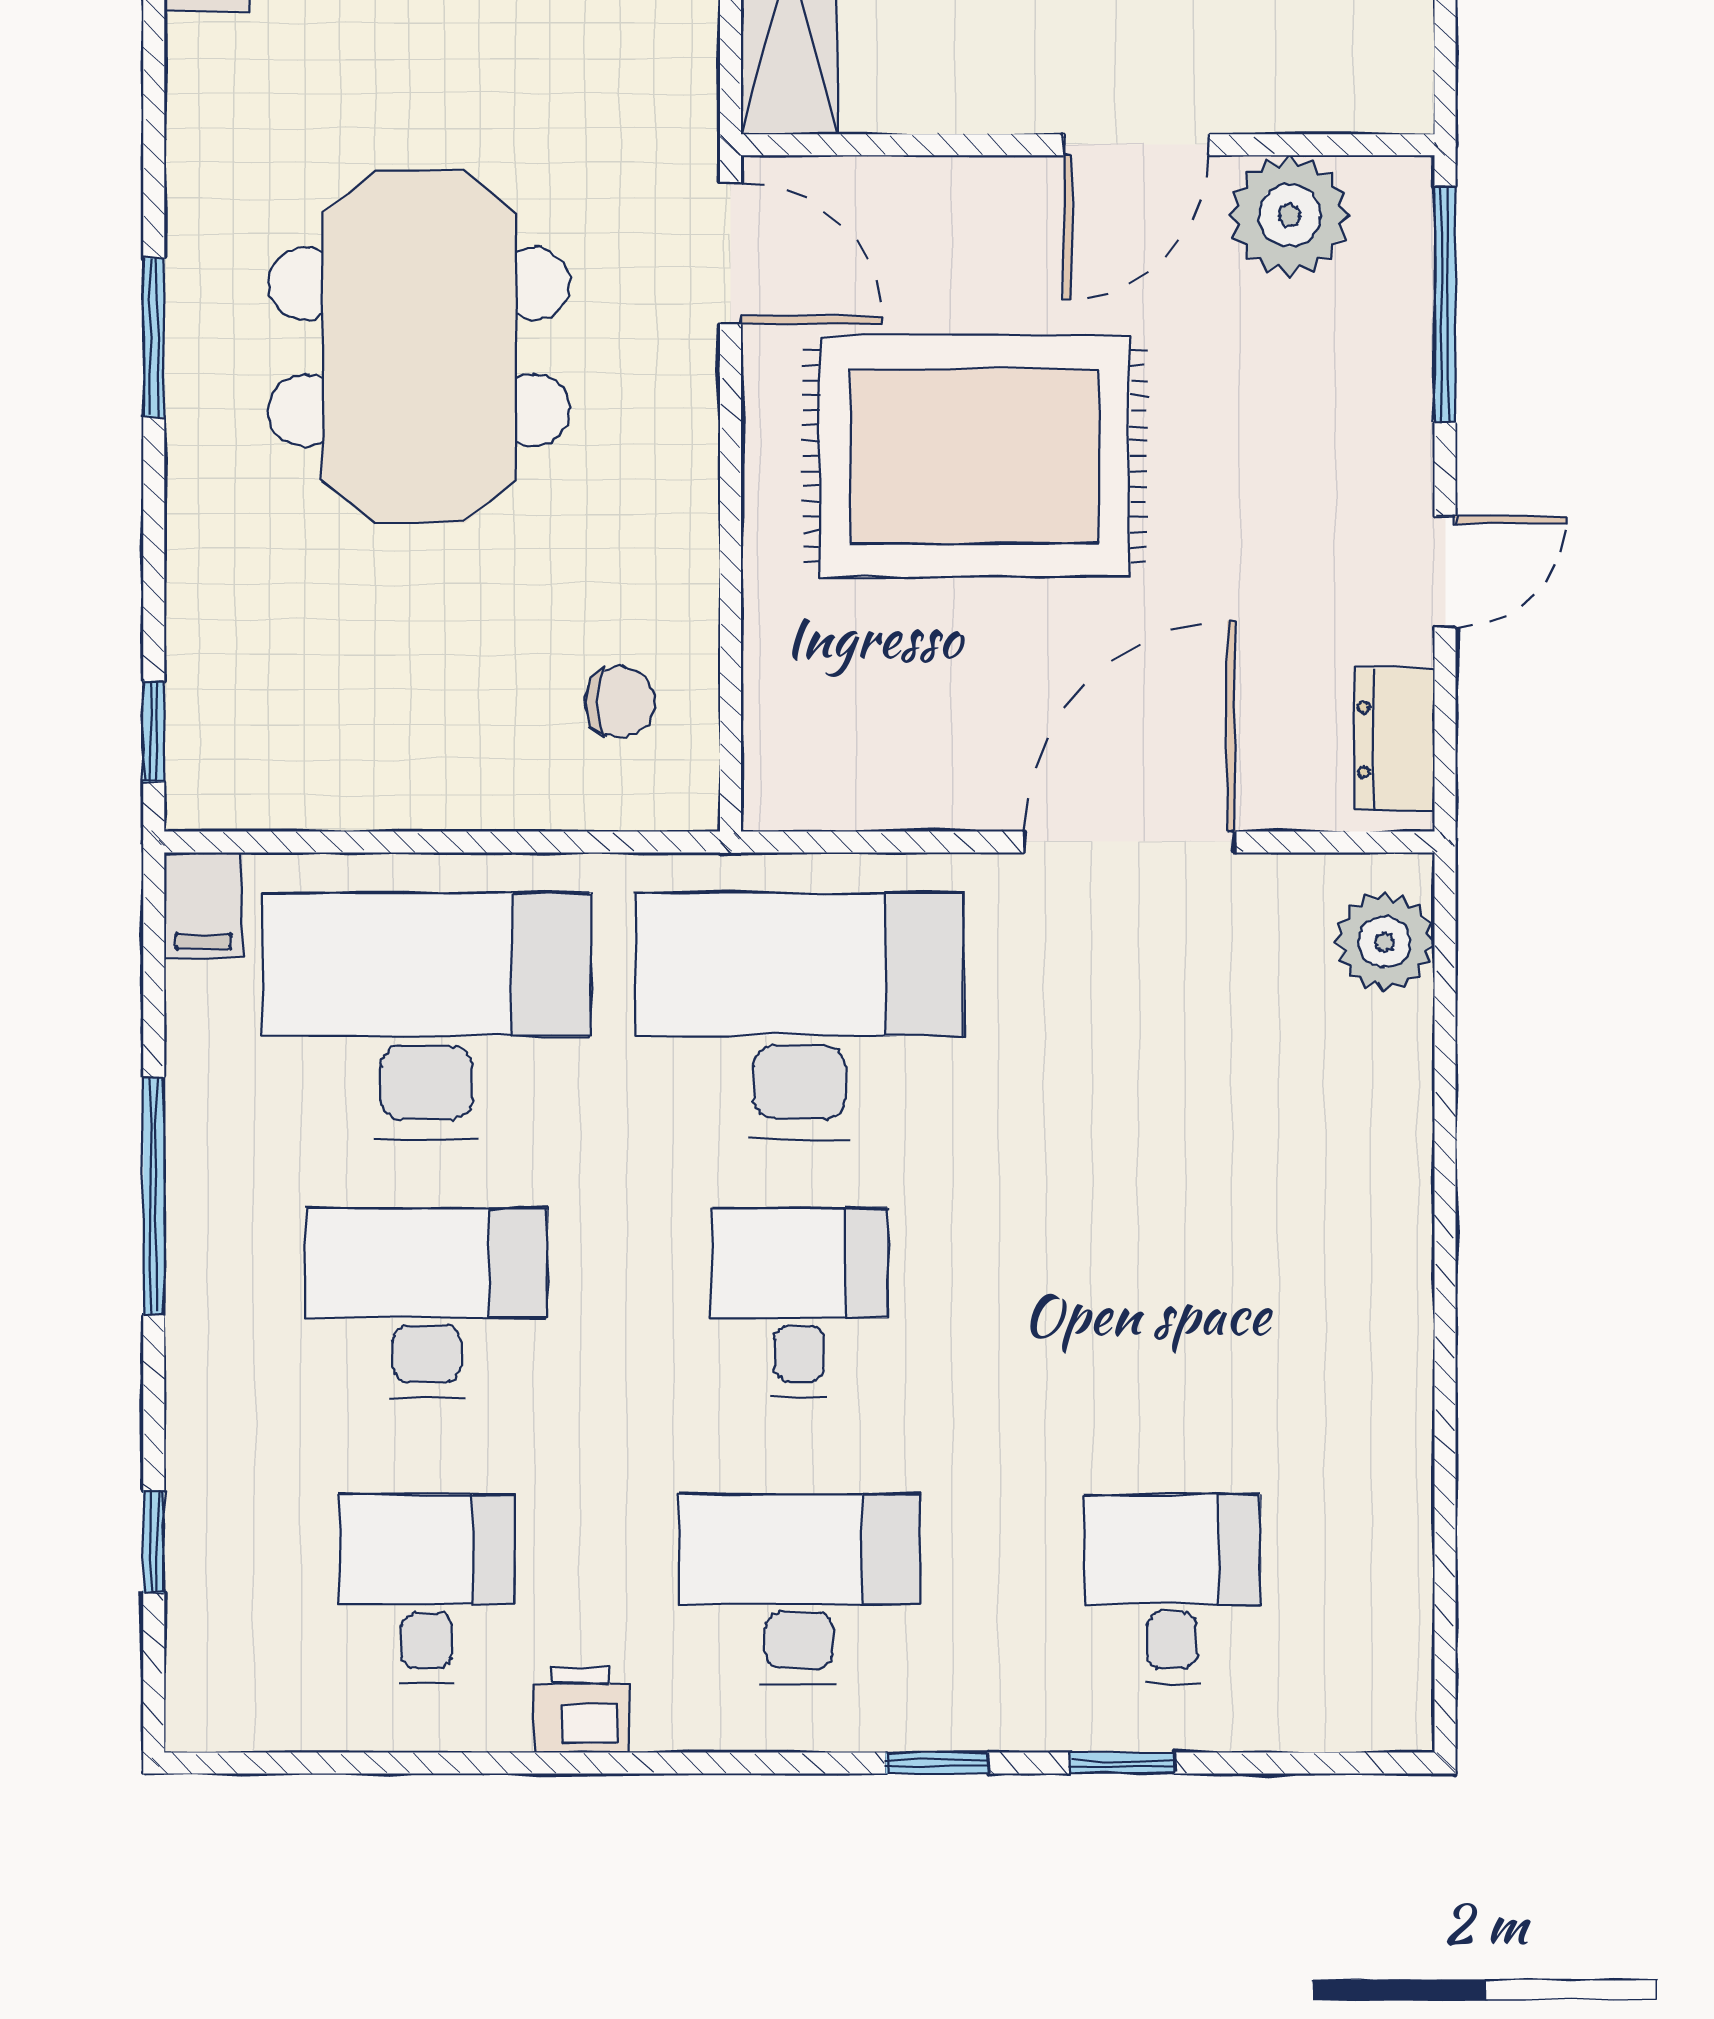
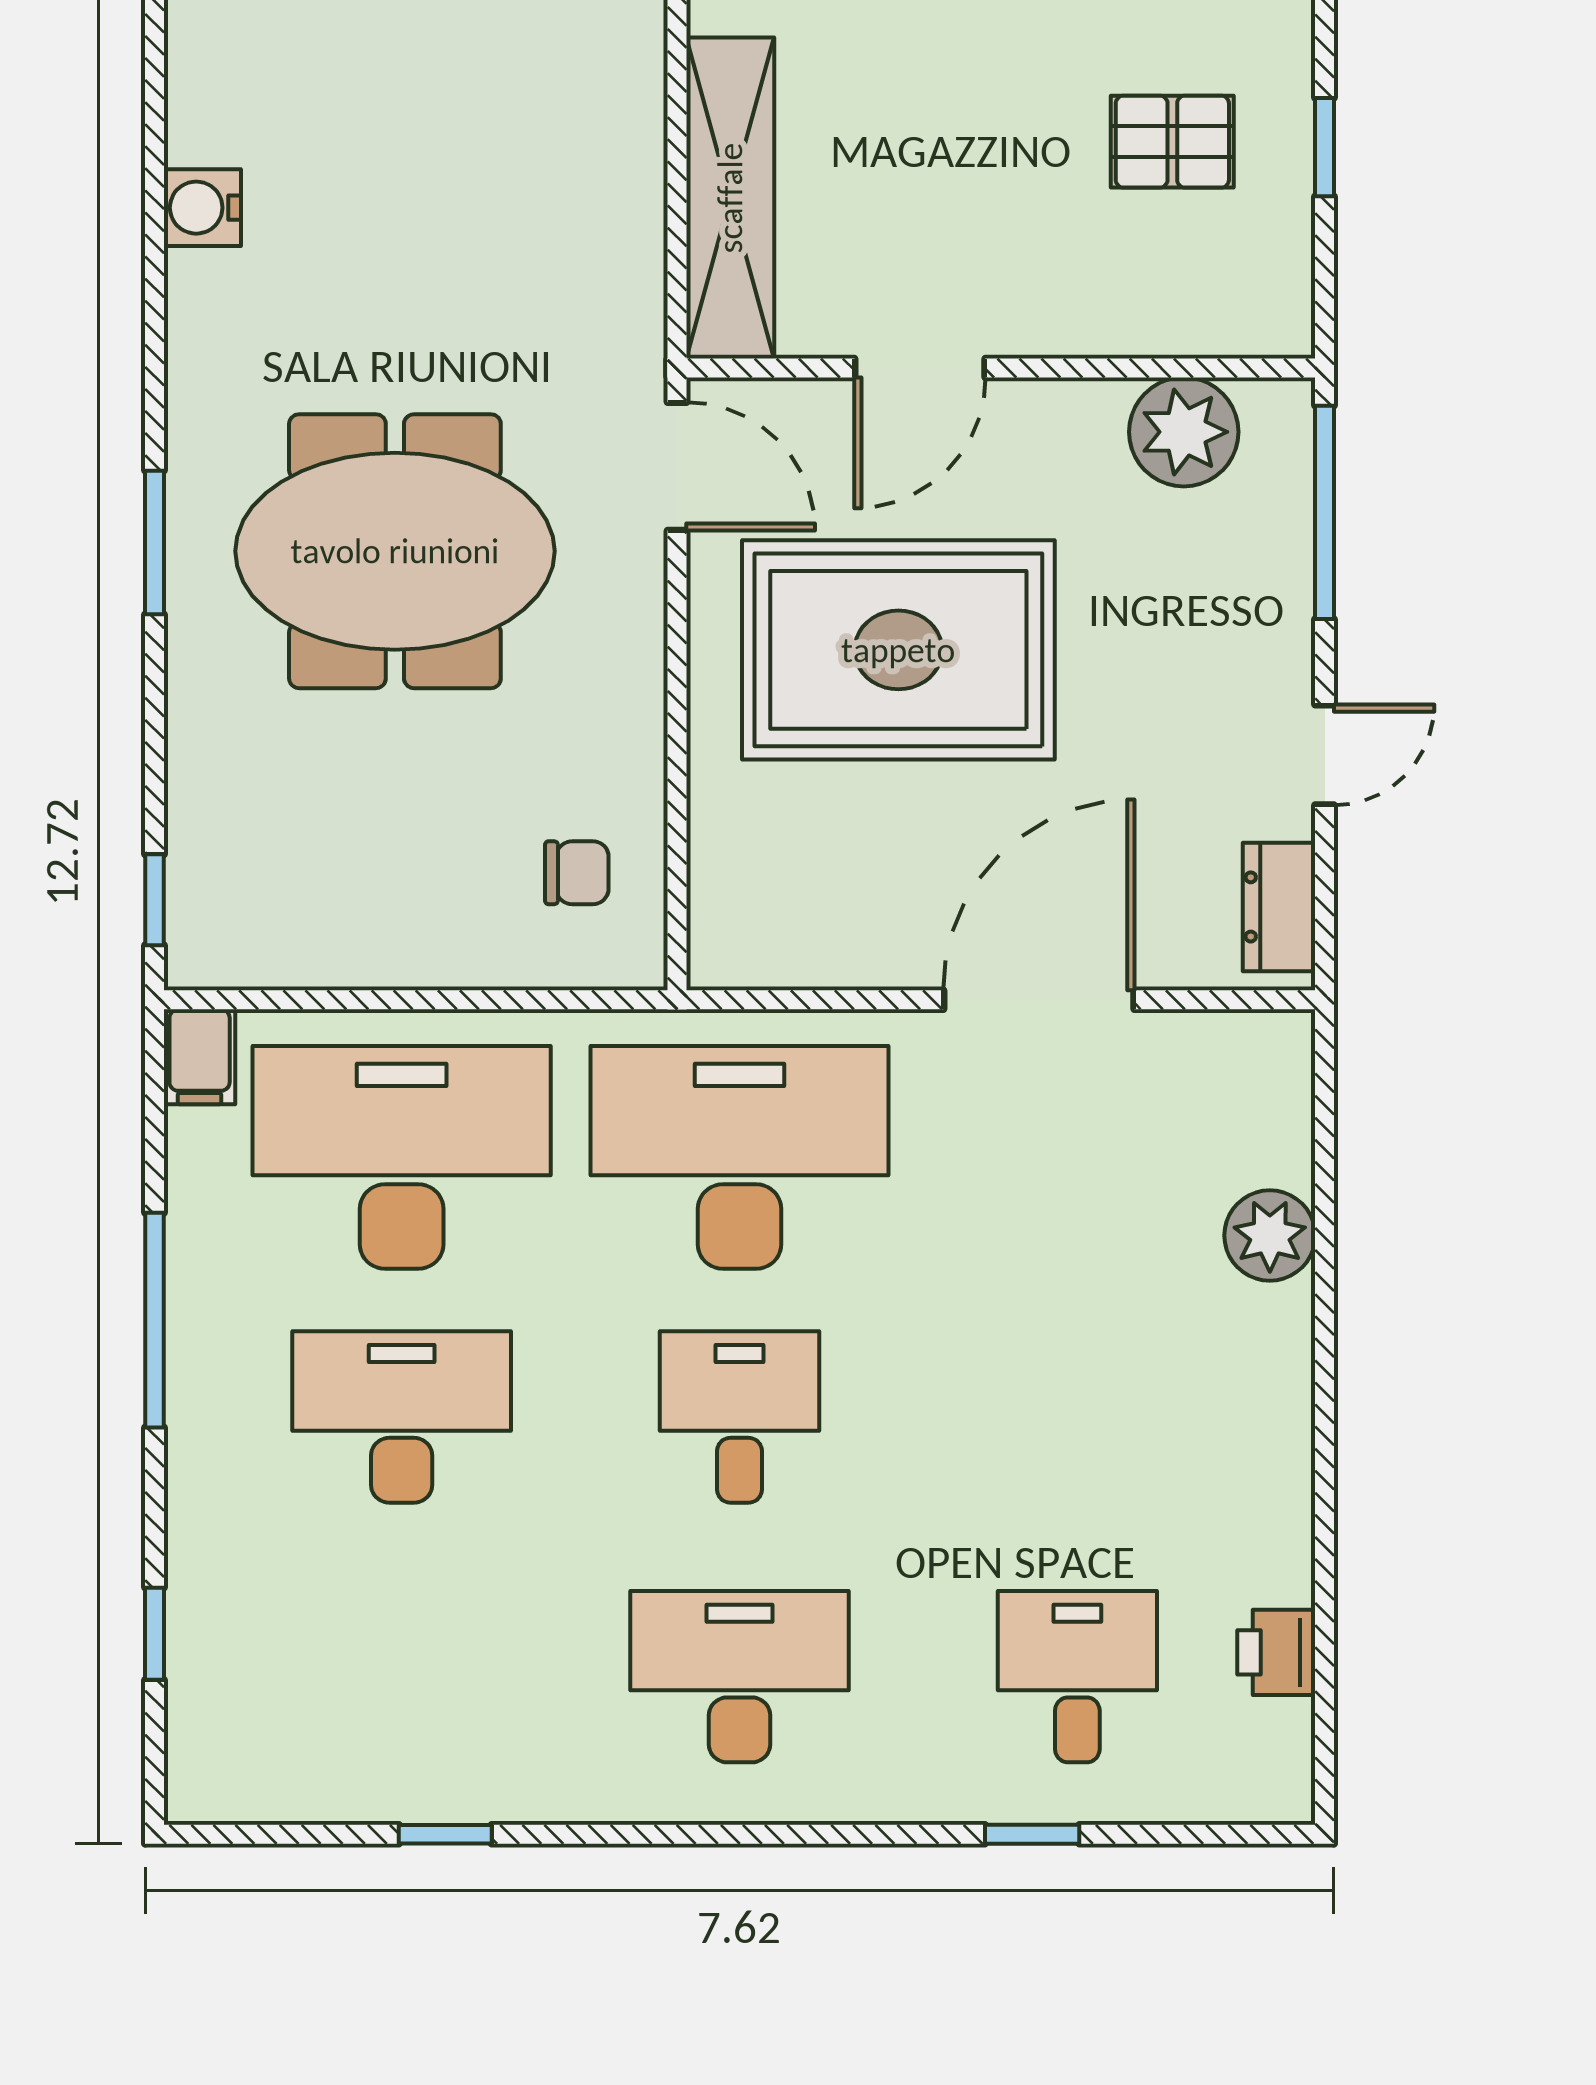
door: (1136, 145) -> (920, 368), moved
meeting table: (419, 347) -> (395, 551), turned 90
plant: (1385, 942) -> (1270, 1236), moved
desk: (427, 1589) -> (402, 1677), removed
printer: (581, 1710) -> (1276, 1652), moved, turned -90
window: (937, 1763) -> (445, 1834), moved

